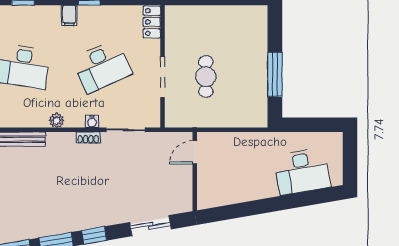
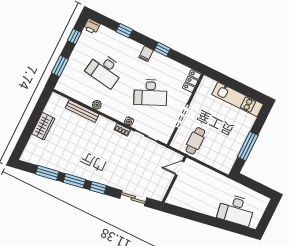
kitchen unit: (228, 16) -> (237, 99), added
cafe table: (206, 77) -> (195, 141), moved
plant: (57, 120) -> (97, 105), moved

